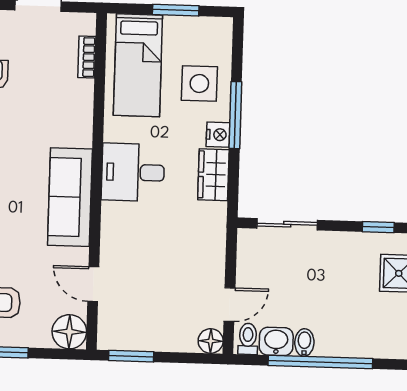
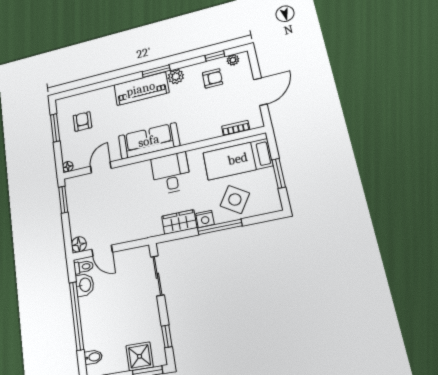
side table: (199, 83) -> (235, 199), turned 33
floor lamp: (69, 332) -> (68, 167), width x0.53, depth x0.53
bidet: (304, 342) -> (93, 357), moved

